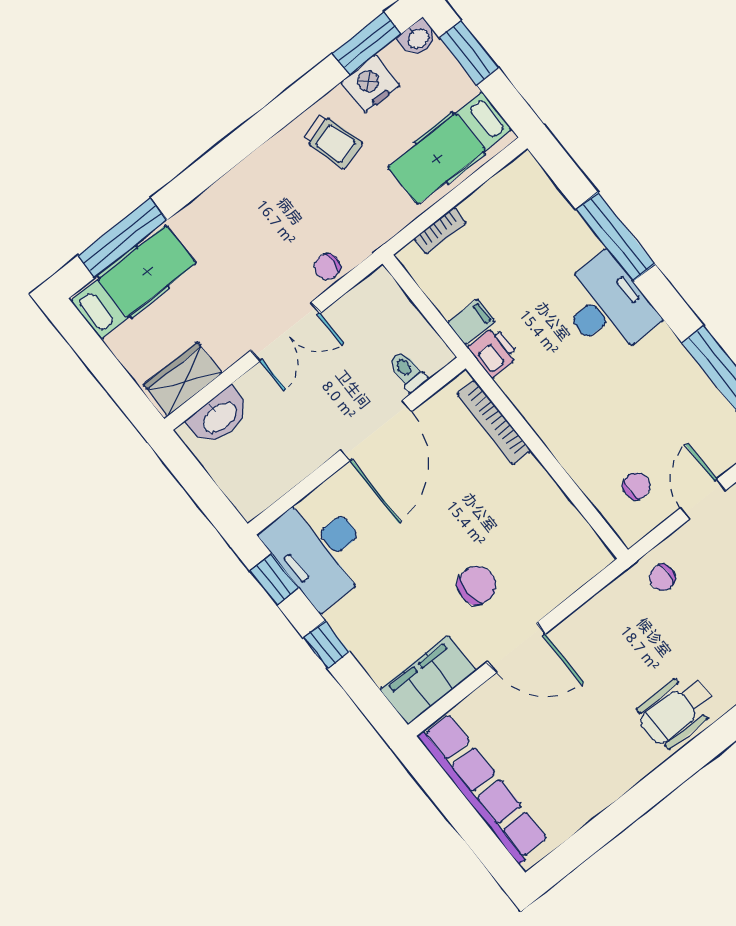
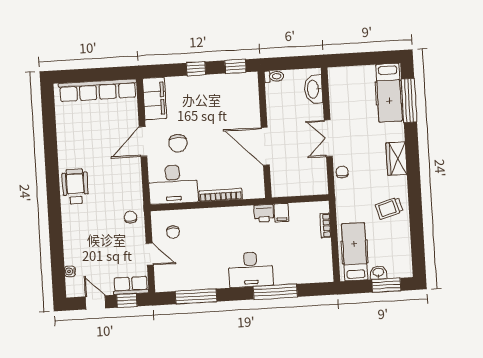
washbasin: (418, 38) -> (378, 272), moved, turned 90
window: (367, 43) -> (418, 248), removed
nightstand: (370, 84) -> (401, 238), removed
toilet: (407, 371) -> (274, 76), moved
wardrobe: (183, 379) -> (396, 159), moved, turned 180
bookcase: (494, 422) -> (221, 195), moved
desk: (319, 550) -> (173, 184), moved, turned 180

